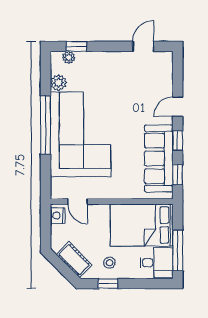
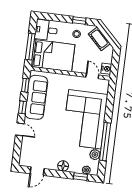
floor lamp: (105, 59) -> (63, 166), added
door: (178, 107) -> (20, 129), hinge flipped
window: (46, 125) -> (105, 142), moved
window: (178, 250) -> (30, 47), moved

